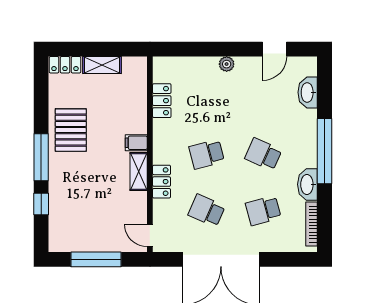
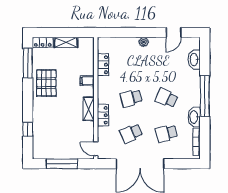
filing cabinet: (136, 143) -> (87, 81), moved
window: (41, 157) -> (28, 63), moved
school desk: (207, 211) -> (131, 133), turned -48

